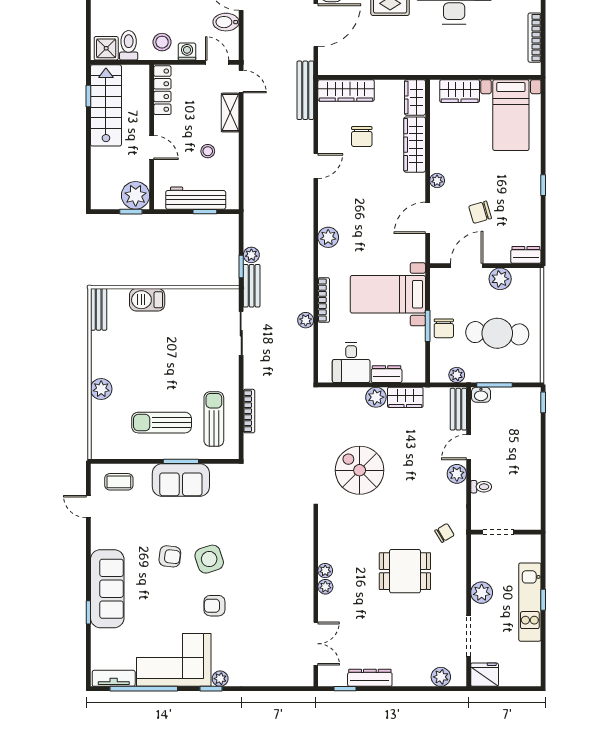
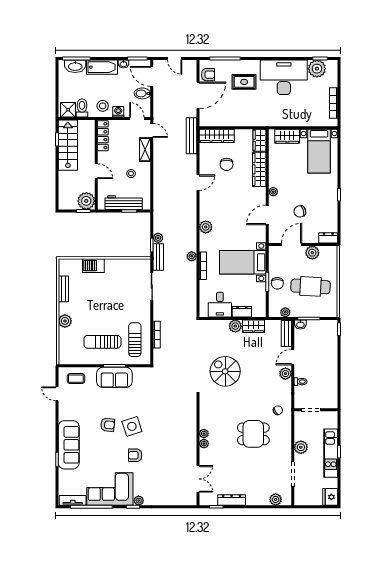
bench: (99, 309) -> (63, 289), moved
plant: (306, 320) -> (192, 256), moved
fridge: (485, 675) -> (330, 497), moved, turned -90

